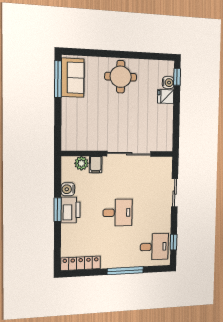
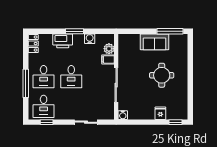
round table: (121, 77) -> (162, 75), moved
sofa: (73, 78) -> (155, 42), moved
water cooler: (168, 83) -> (123, 115), moved
printer: (71, 210) -> (63, 41), moved
desk: (117, 248) -> (44, 77), added
locker: (81, 263) -> (33, 44), width x0.66

